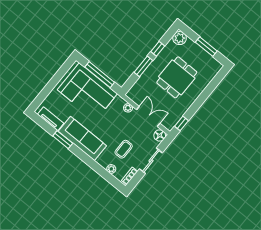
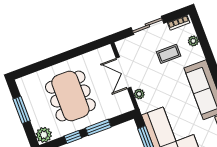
dining table: (177, 77) -> (70, 96), width x1.38
window: (181, 123) -> (93, 46), removed
floor lamp: (160, 135) -> (123, 46), removed

